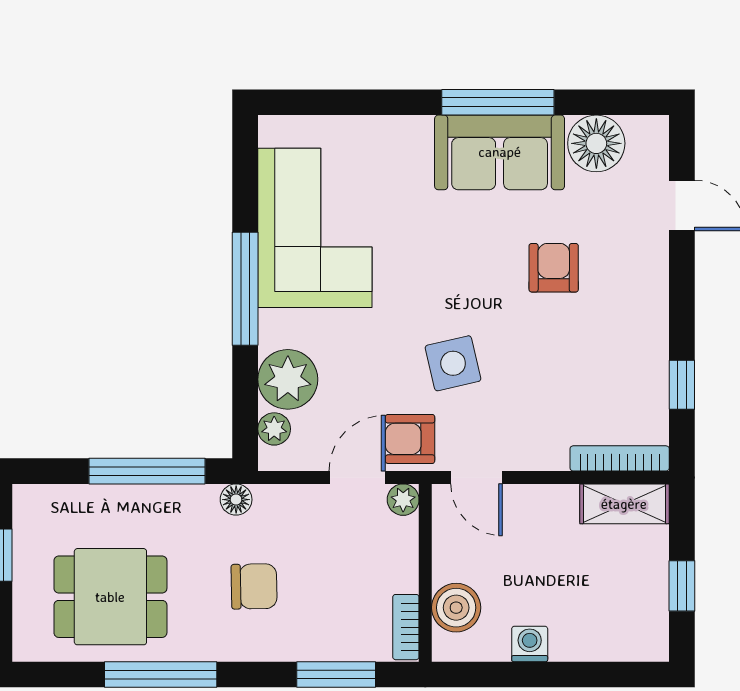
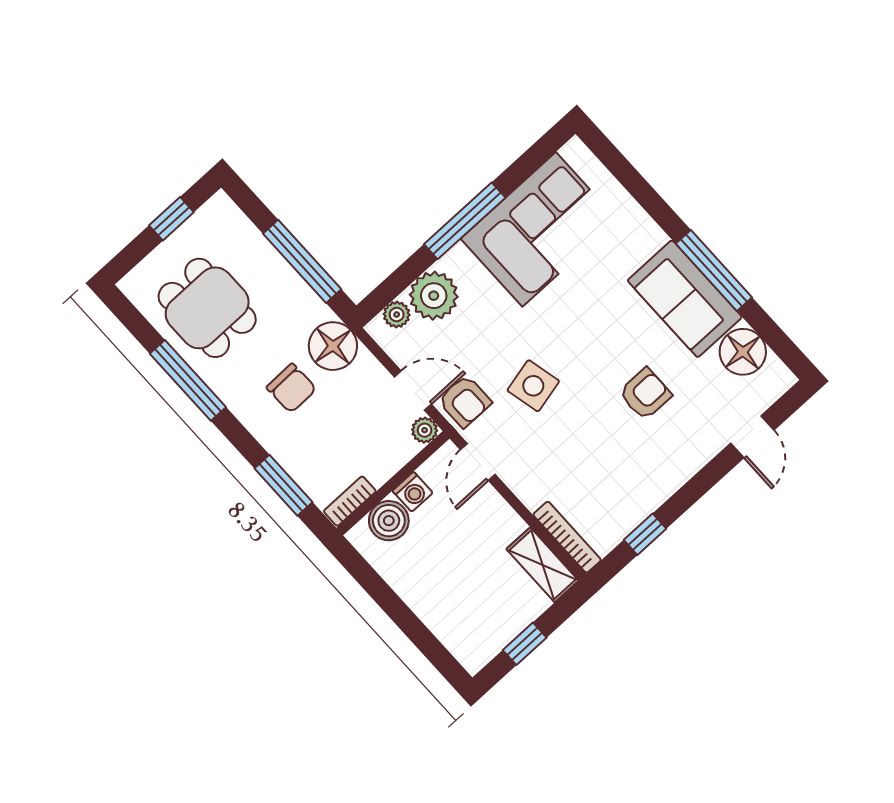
armchair: (410, 439) -> (465, 401), turned 180
floor lamp: (236, 500) -> (333, 346), width x1.89, depth x1.89
washing machine: (530, 644) -> (413, 492), moved, turned 90

